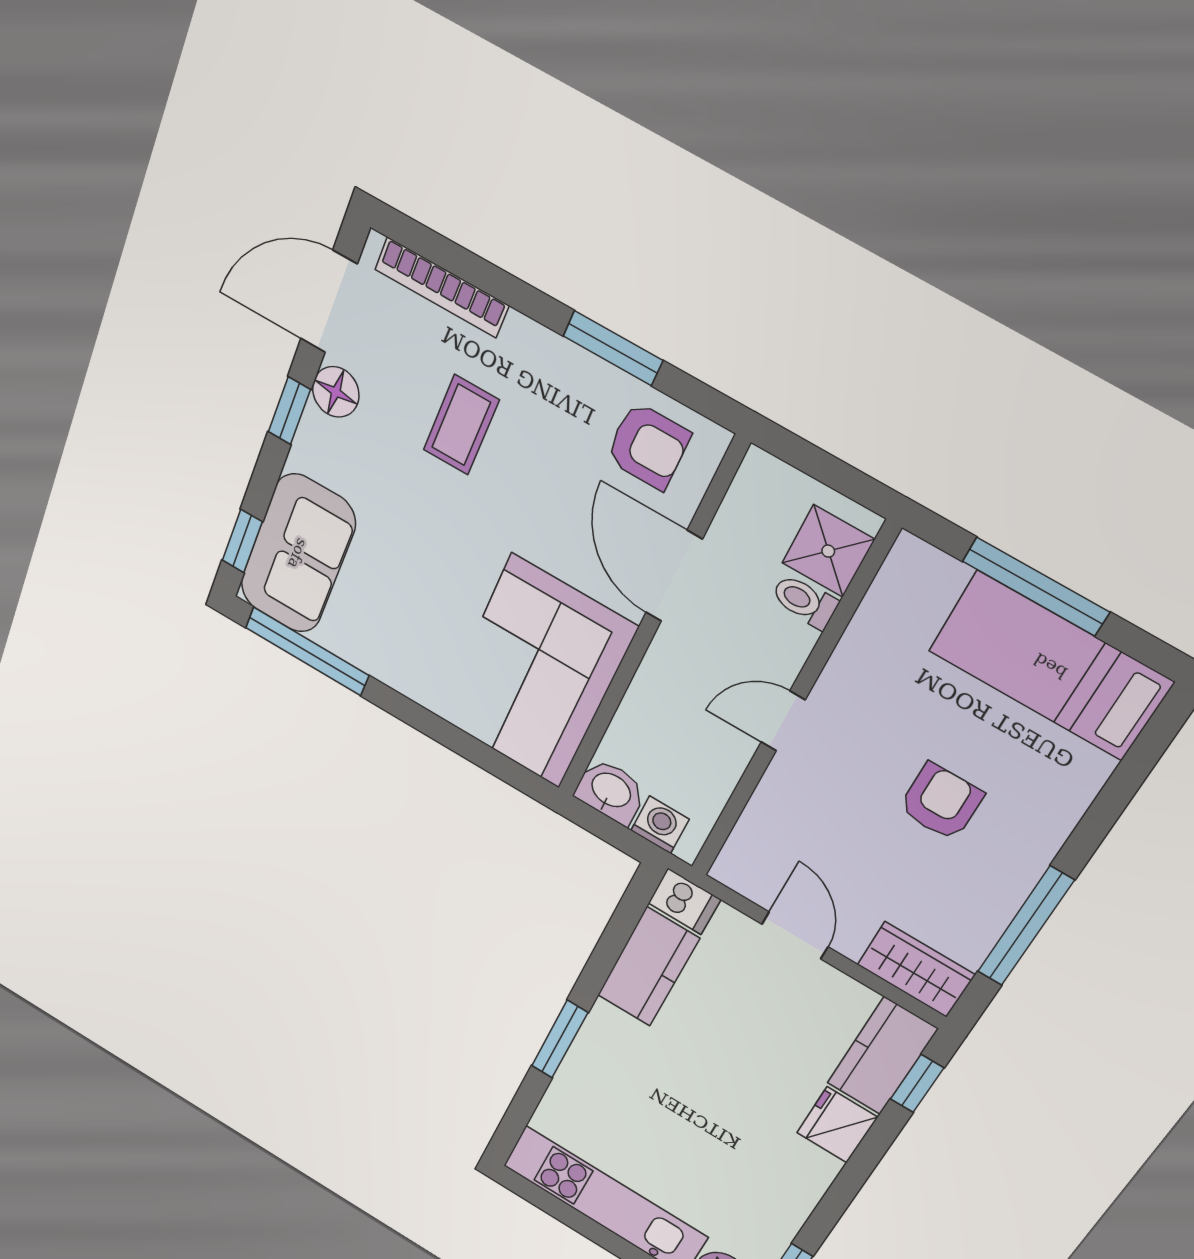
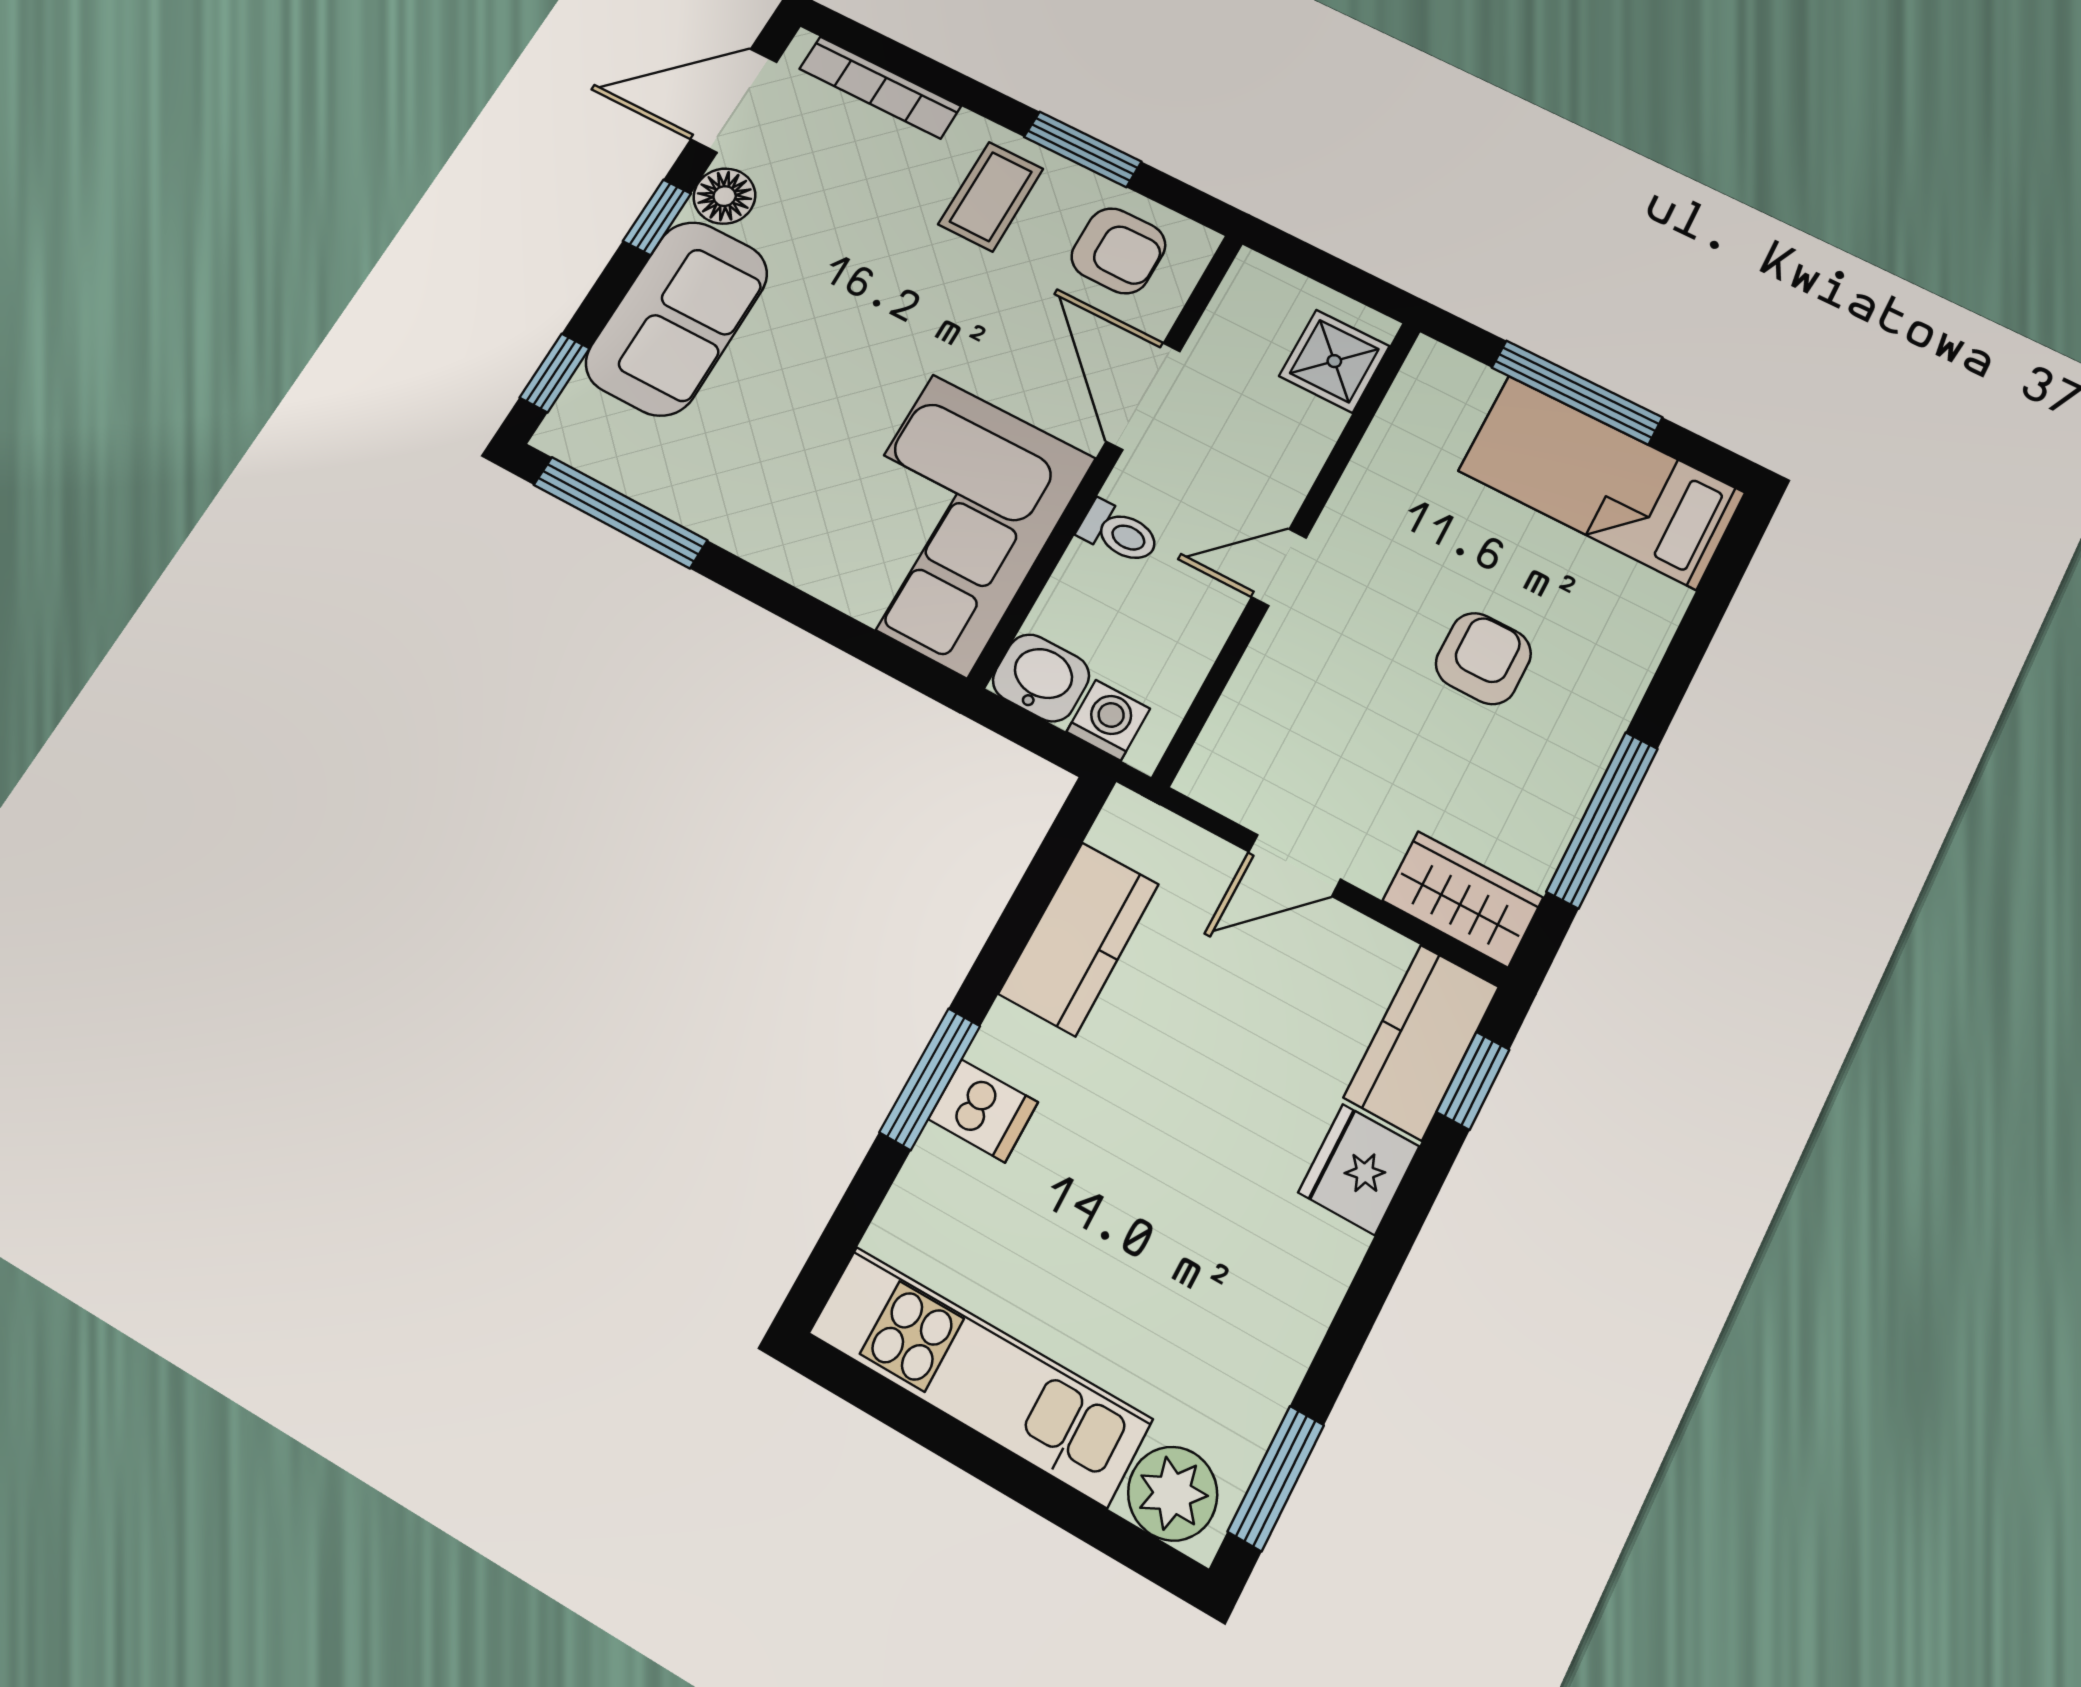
coffee table: (461, 425) -> (991, 197), moved
sofa: (298, 554) -> (677, 318), moved
toilet: (805, 601) -> (1119, 533), moved, turned 180
dishwasher: (684, 901) -> (983, 1111), moved
door: (795, 935) -> (1295, 866), swing flipped

